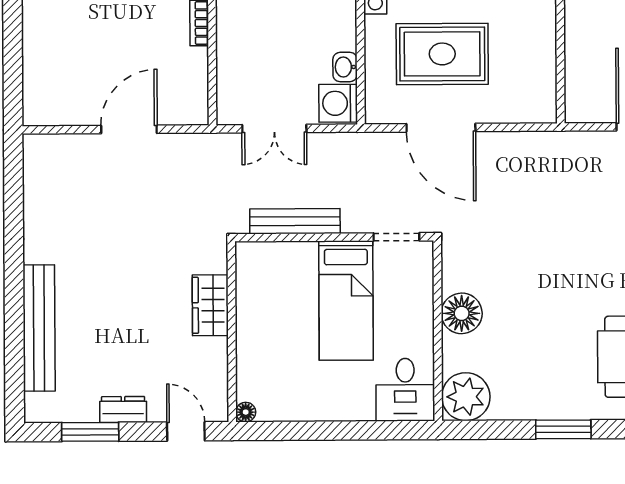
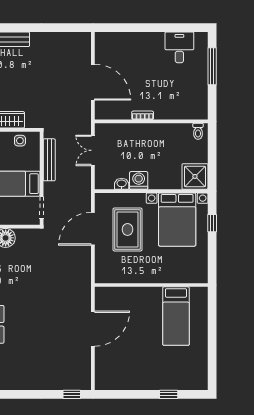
washing machine: (338, 103) -> (139, 180), moved
door: (129, 129) -> (93, 82), width x1.36
side table: (254, 284) -> (20, 141), added

